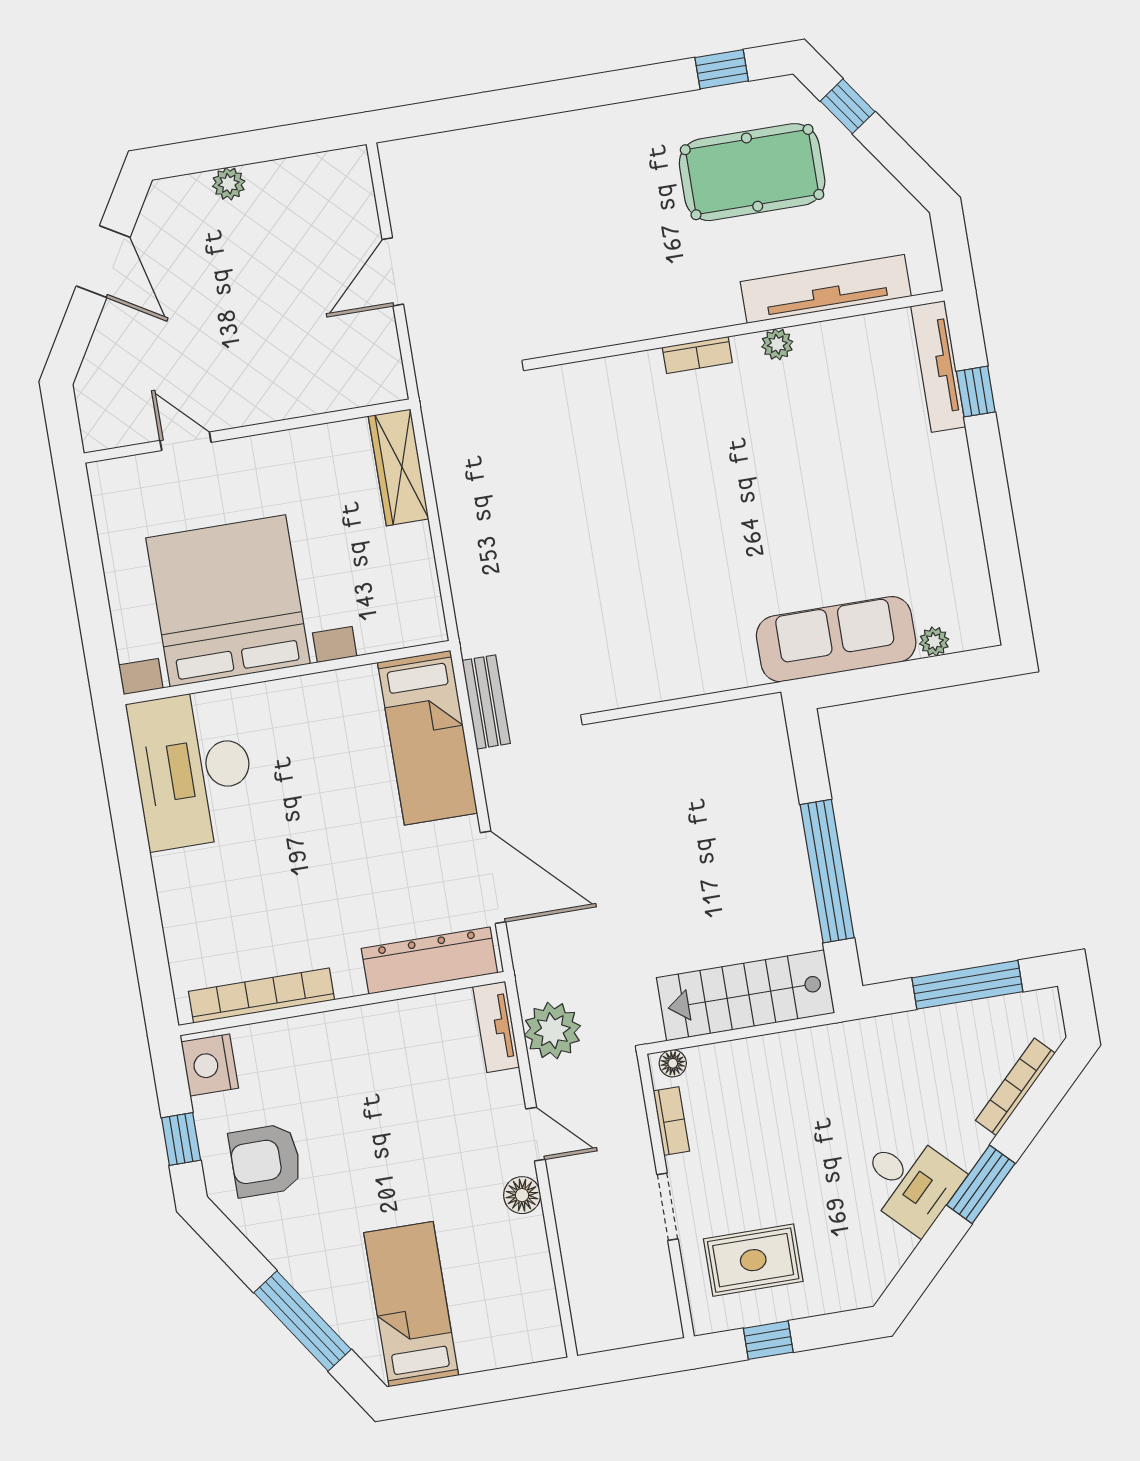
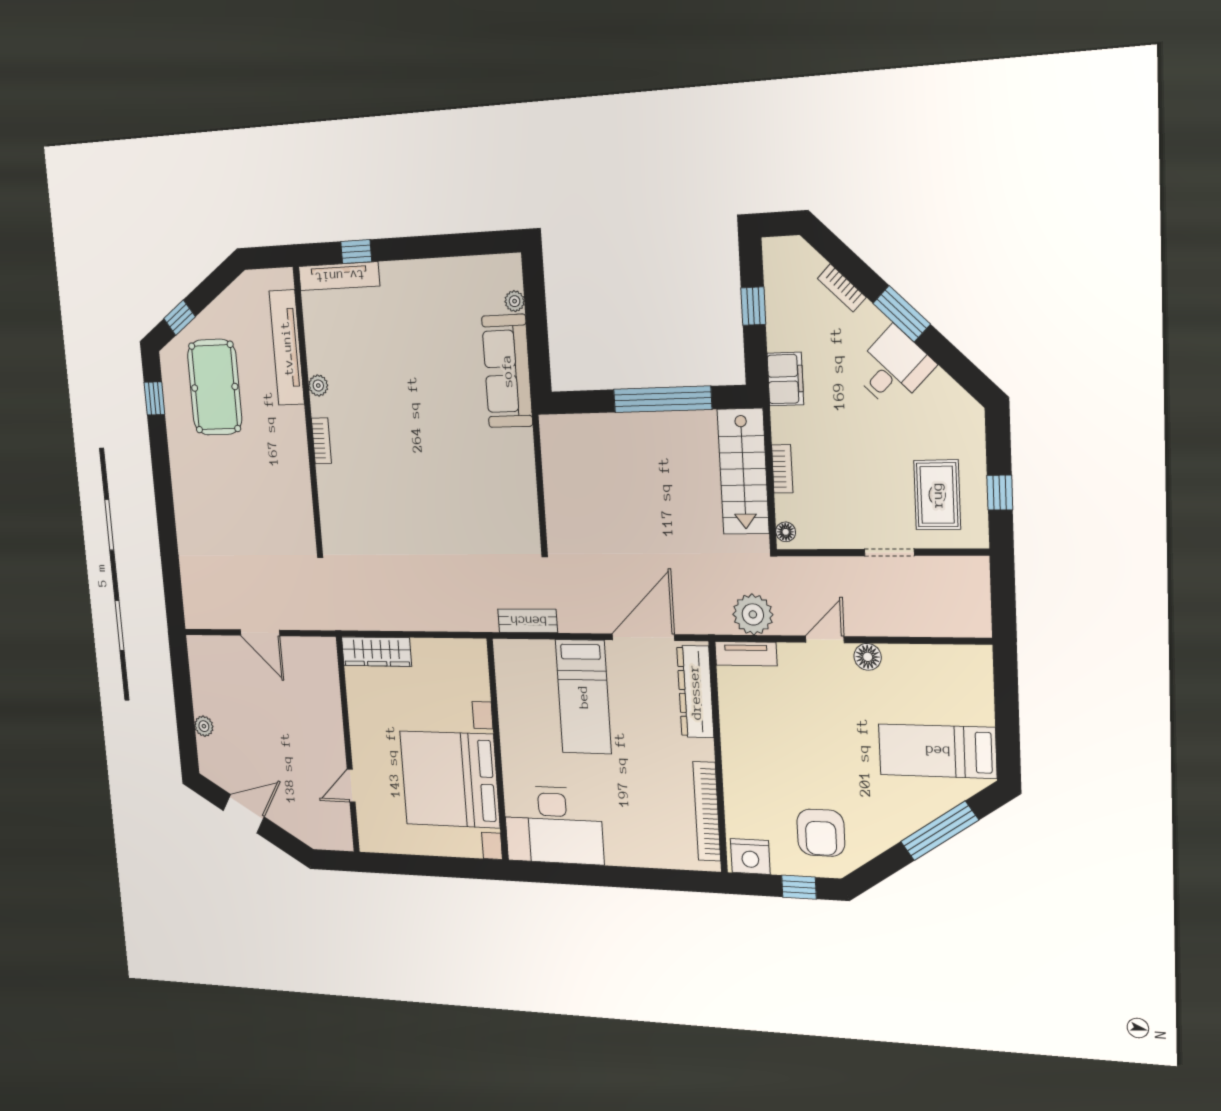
bed: (427, 738) -> (583, 697), moved, turned 90
window: (967, 985) -> (753, 306), width x0.46
filing cabinet: (877, 1040) -> (785, 379), added
bookcase: (1015, 1087) -> (842, 288), width x0.64
bookcase: (671, 1121) -> (782, 469), moved, turned 90

